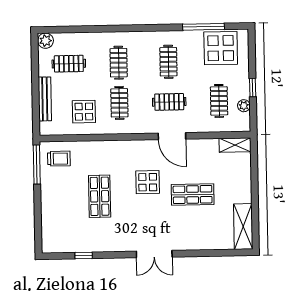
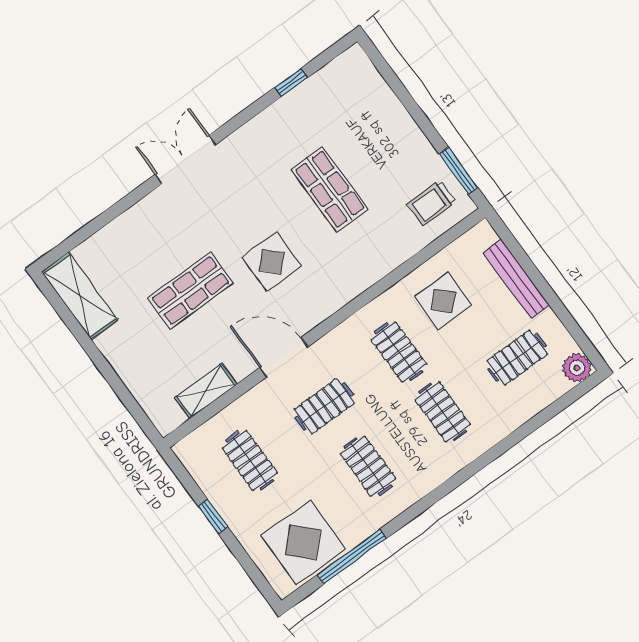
plant: (244, 106) -> (207, 480), removed
shelving: (235, 145) -> (206, 391), moved
window: (37, 164) -> (458, 171), width x0.69

